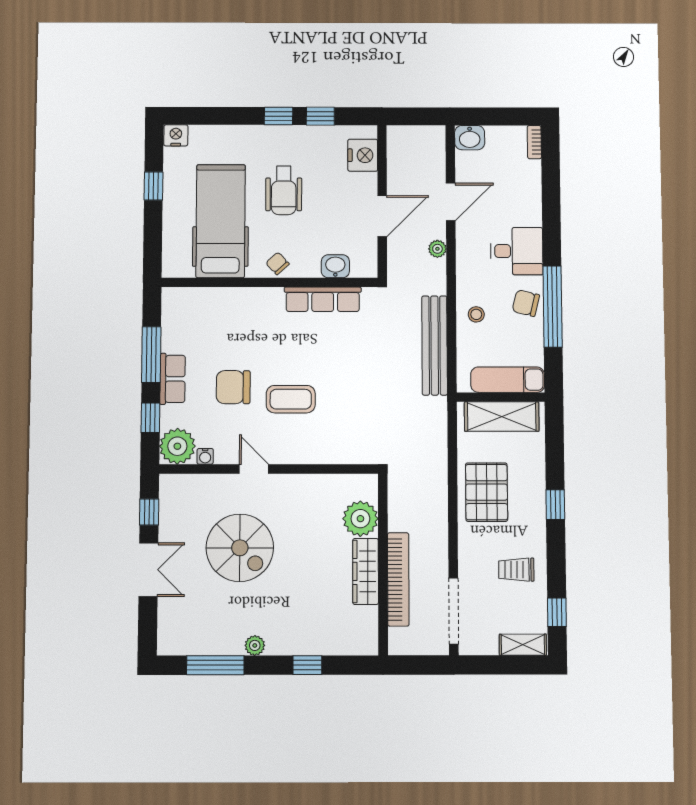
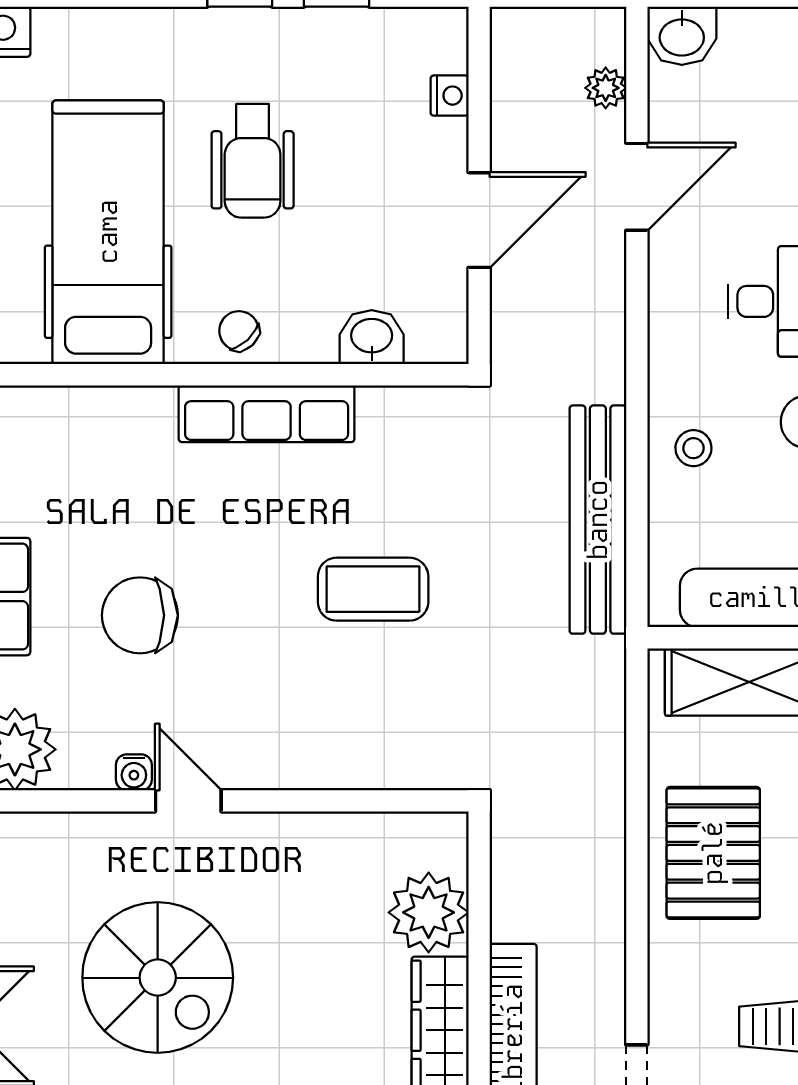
nightstand: (363, 155) -> (450, 96), width x0.53, depth x0.56
plant: (437, 249) -> (606, 88), moved
row of seats: (323, 299) -> (267, 414), moved
coffee table: (291, 399) -> (373, 589), moved
water cooler: (205, 456) -> (134, 772), moved

